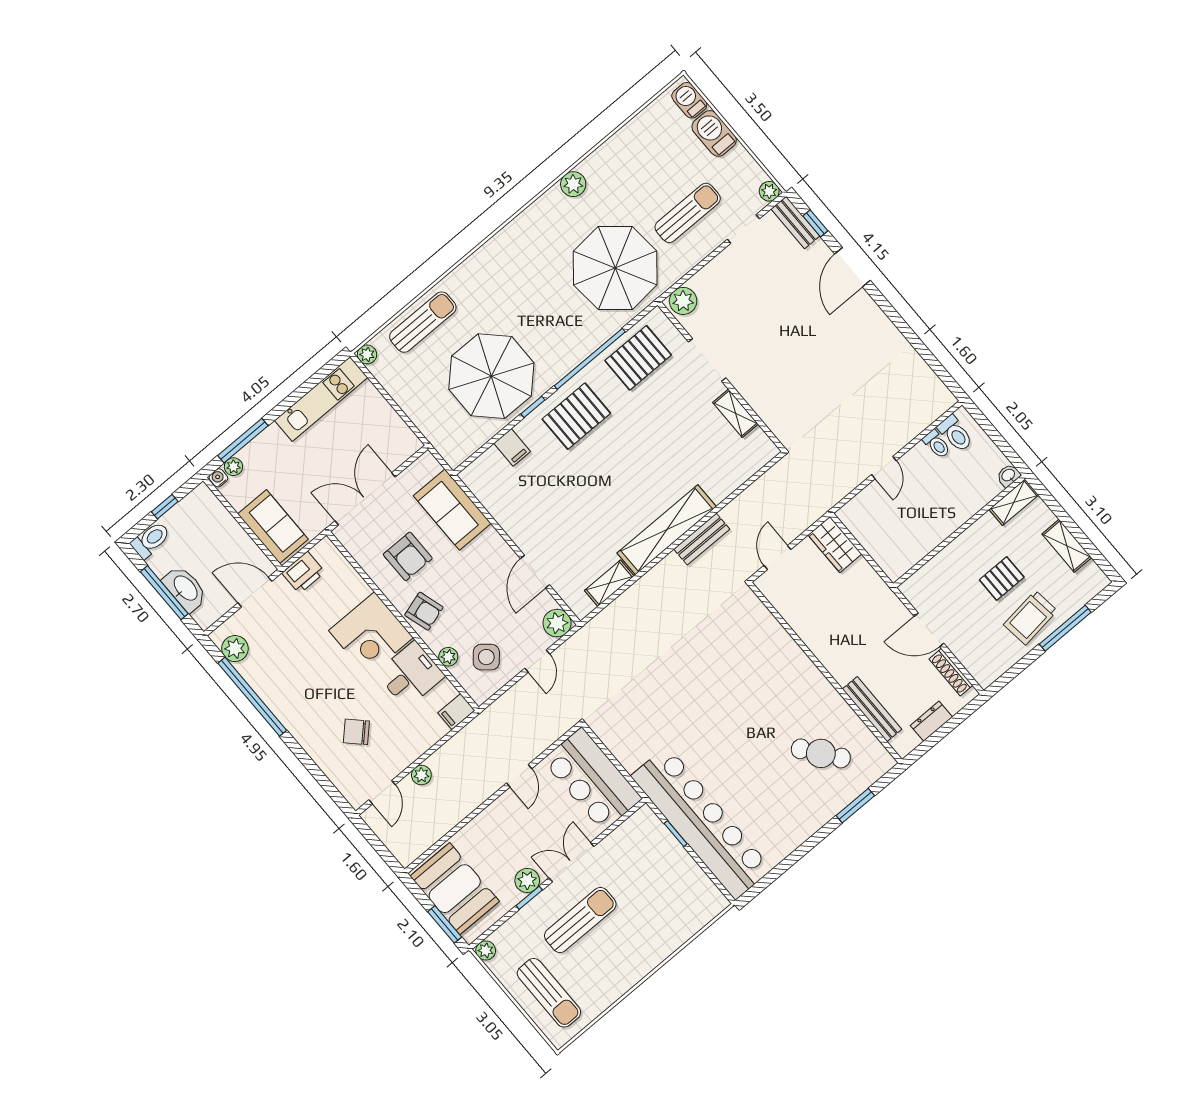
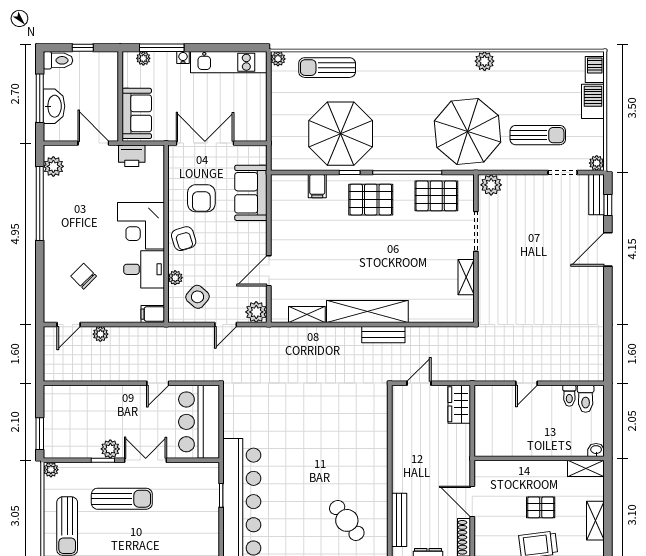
sun lounger: (423, 322) -> (327, 68), turned 180
water cooler: (218, 478) -> (183, 58), moved
booth: (455, 889) -> (63, 418), removed

